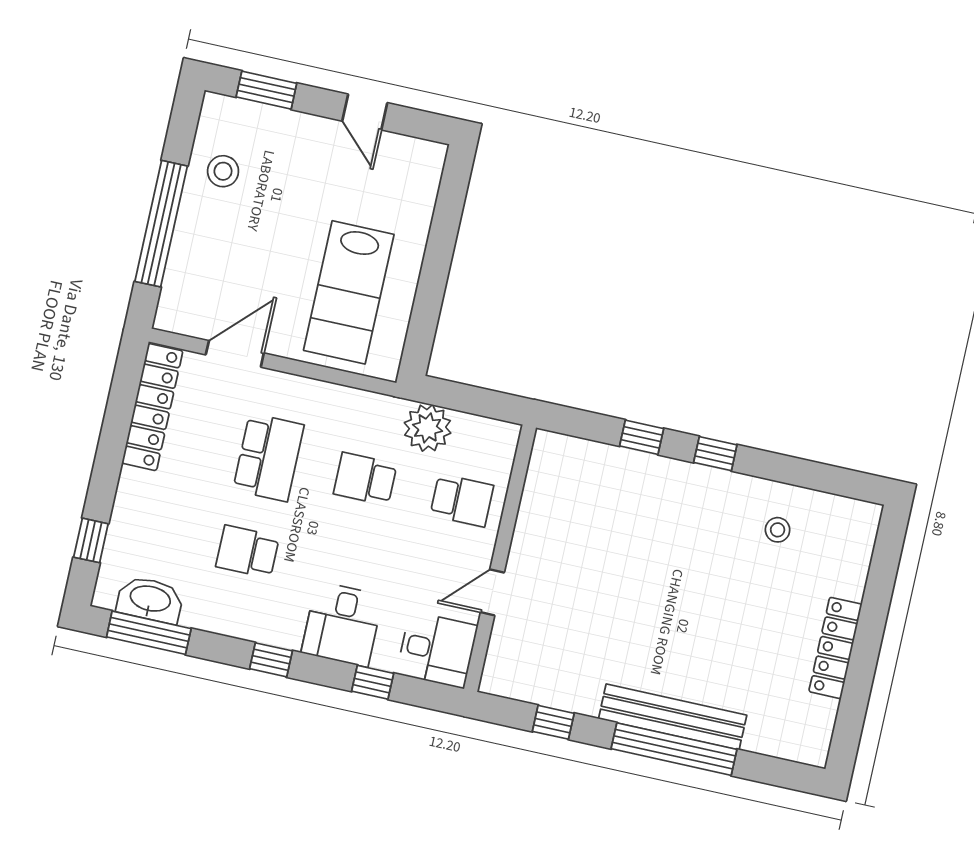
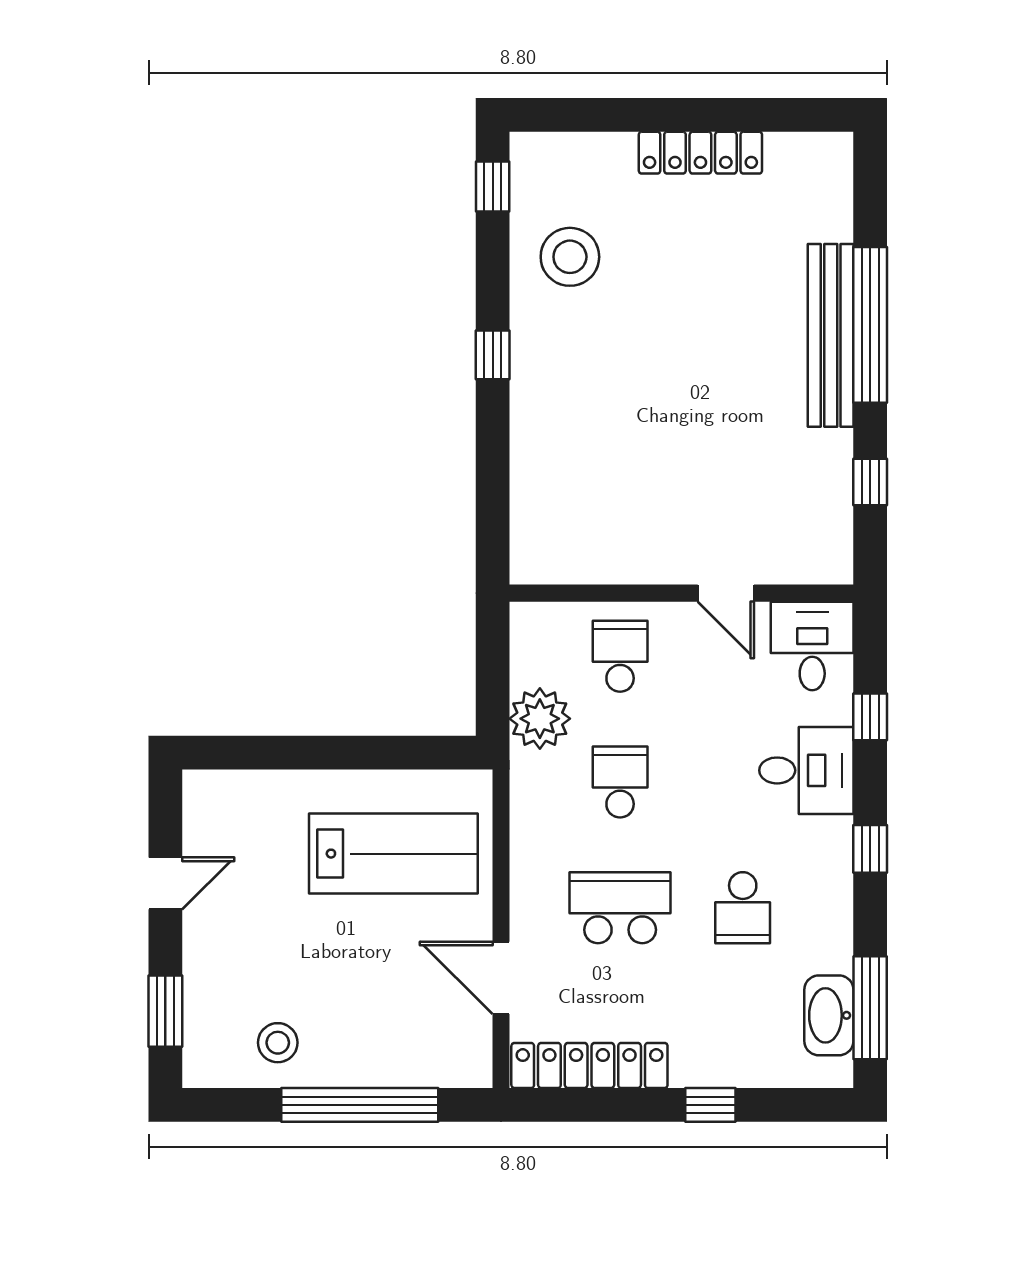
window: (642, 437) -> (493, 186), moved
school desk: (365, 479) -> (620, 782), turned 180
stool: (778, 530) -> (570, 257), width x1.89, depth x1.89
window: (91, 540) -> (710, 1105), moved

